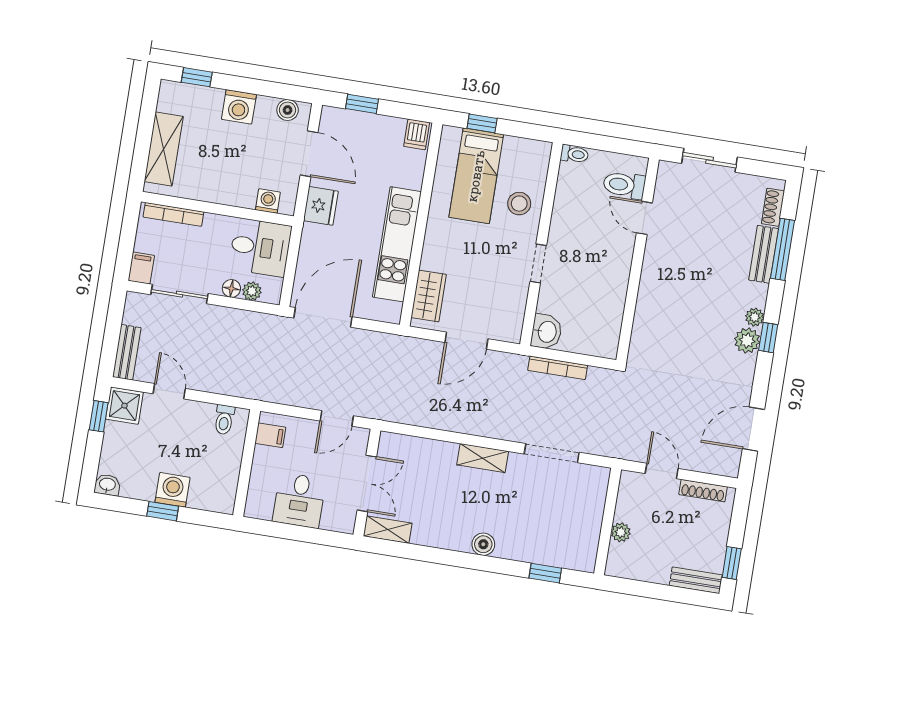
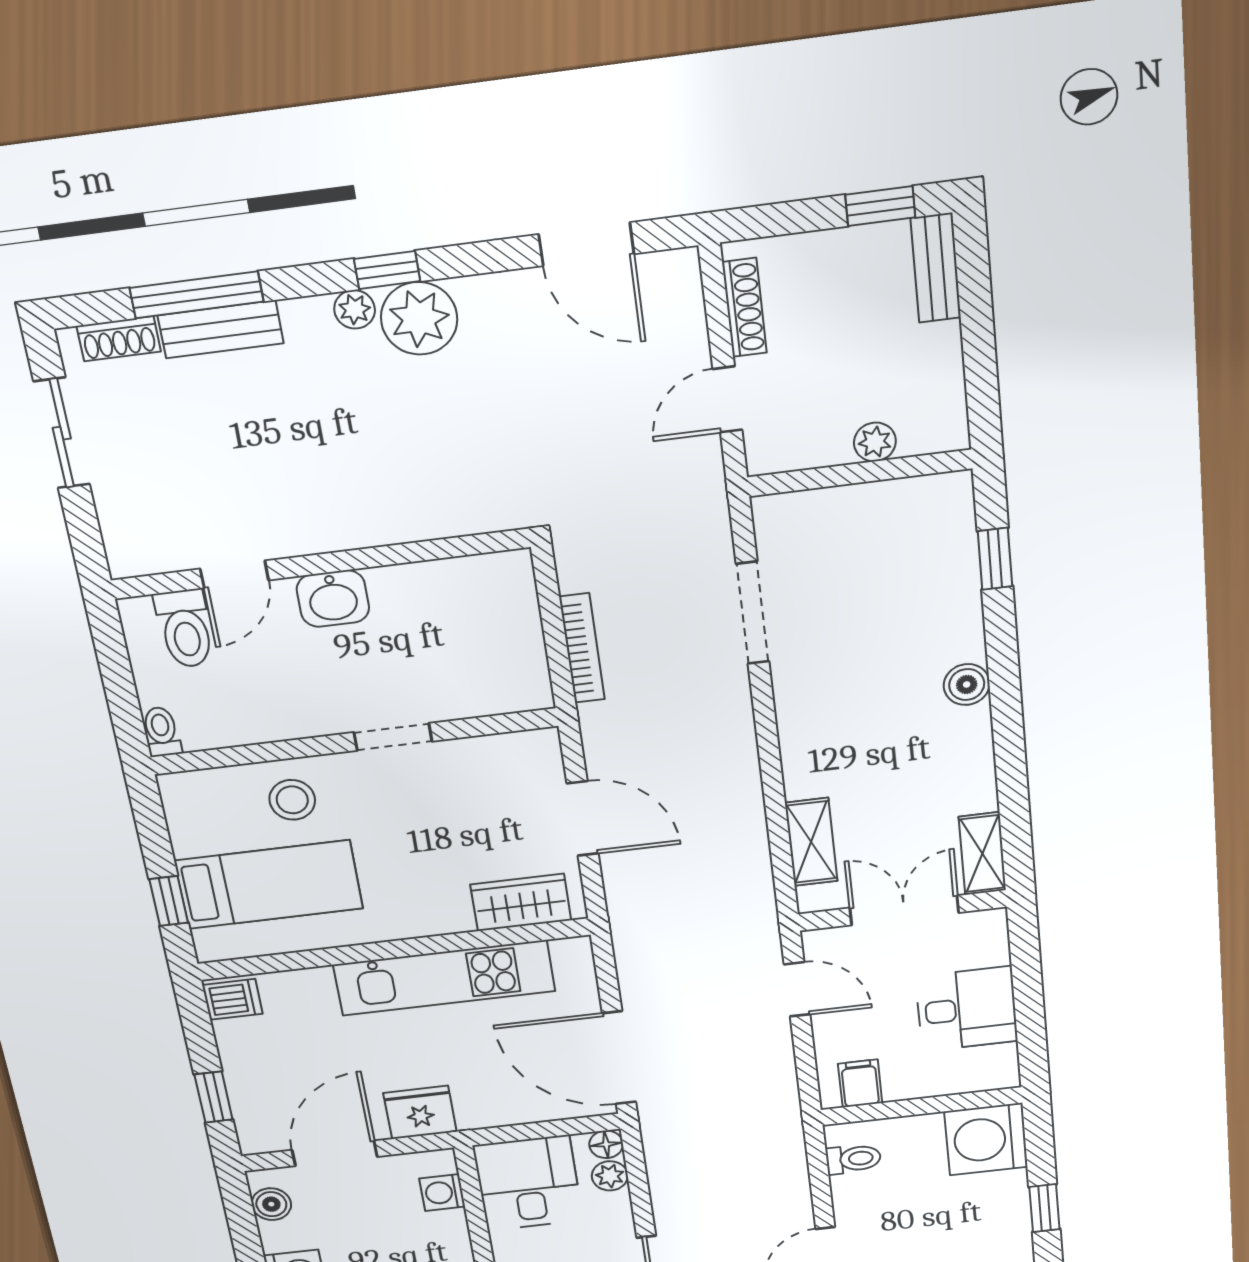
sliding door: (710, 160) -> (62, 433), moved
floor lamp: (231, 288) -> (606, 1144), moved
washbasin: (546, 332) -> (333, 599), moved, turned 180
plant: (747, 341) -> (419, 318), width x1.36, depth x1.36
shelving: (483, 458) -> (811, 842), moved
washing machine: (172, 490) -> (986, 1139), moved, width x1.37, depth x1.37

